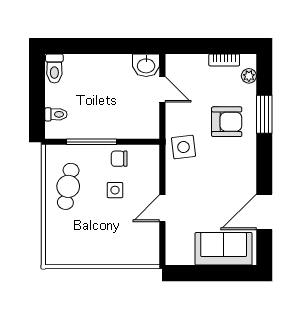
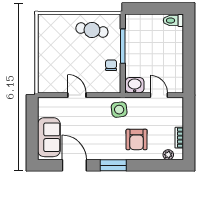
washbasin: (146, 65) -> (135, 85), moved, turned 90
door: (162, 89) -> (159, 95), swing flipped
toilet: (56, 114) -> (142, 22), removed
window: (264, 114) -> (113, 165), moved
side table: (115, 190) -> (89, 62), removed

